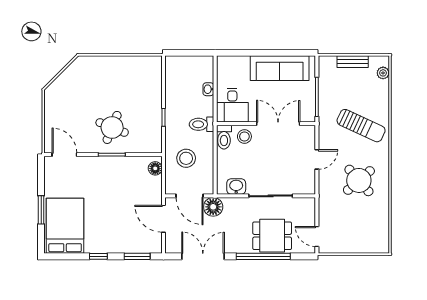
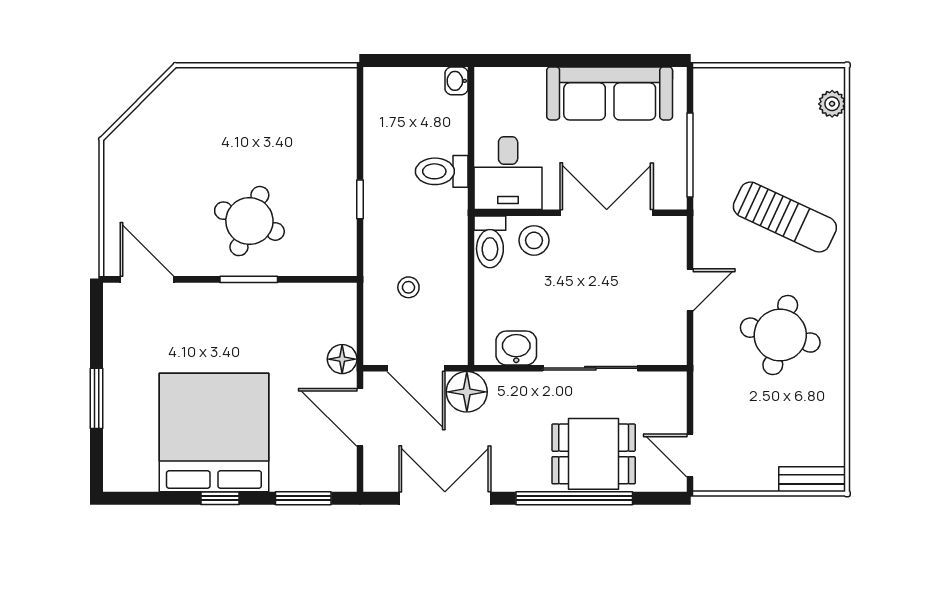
bench: (353, 62) -> (812, 479), moved
washbasin: (208, 89) -> (456, 81), moved
toilet: (202, 124) -> (442, 171), moved
stool: (186, 158) -> (408, 287), width x0.53, depth x0.53
floor lamp: (155, 168) -> (342, 359), moved
round table: (359, 180) -> (780, 335), turned -35
bed: (65, 226) -> (214, 433), moved, width x1.36

